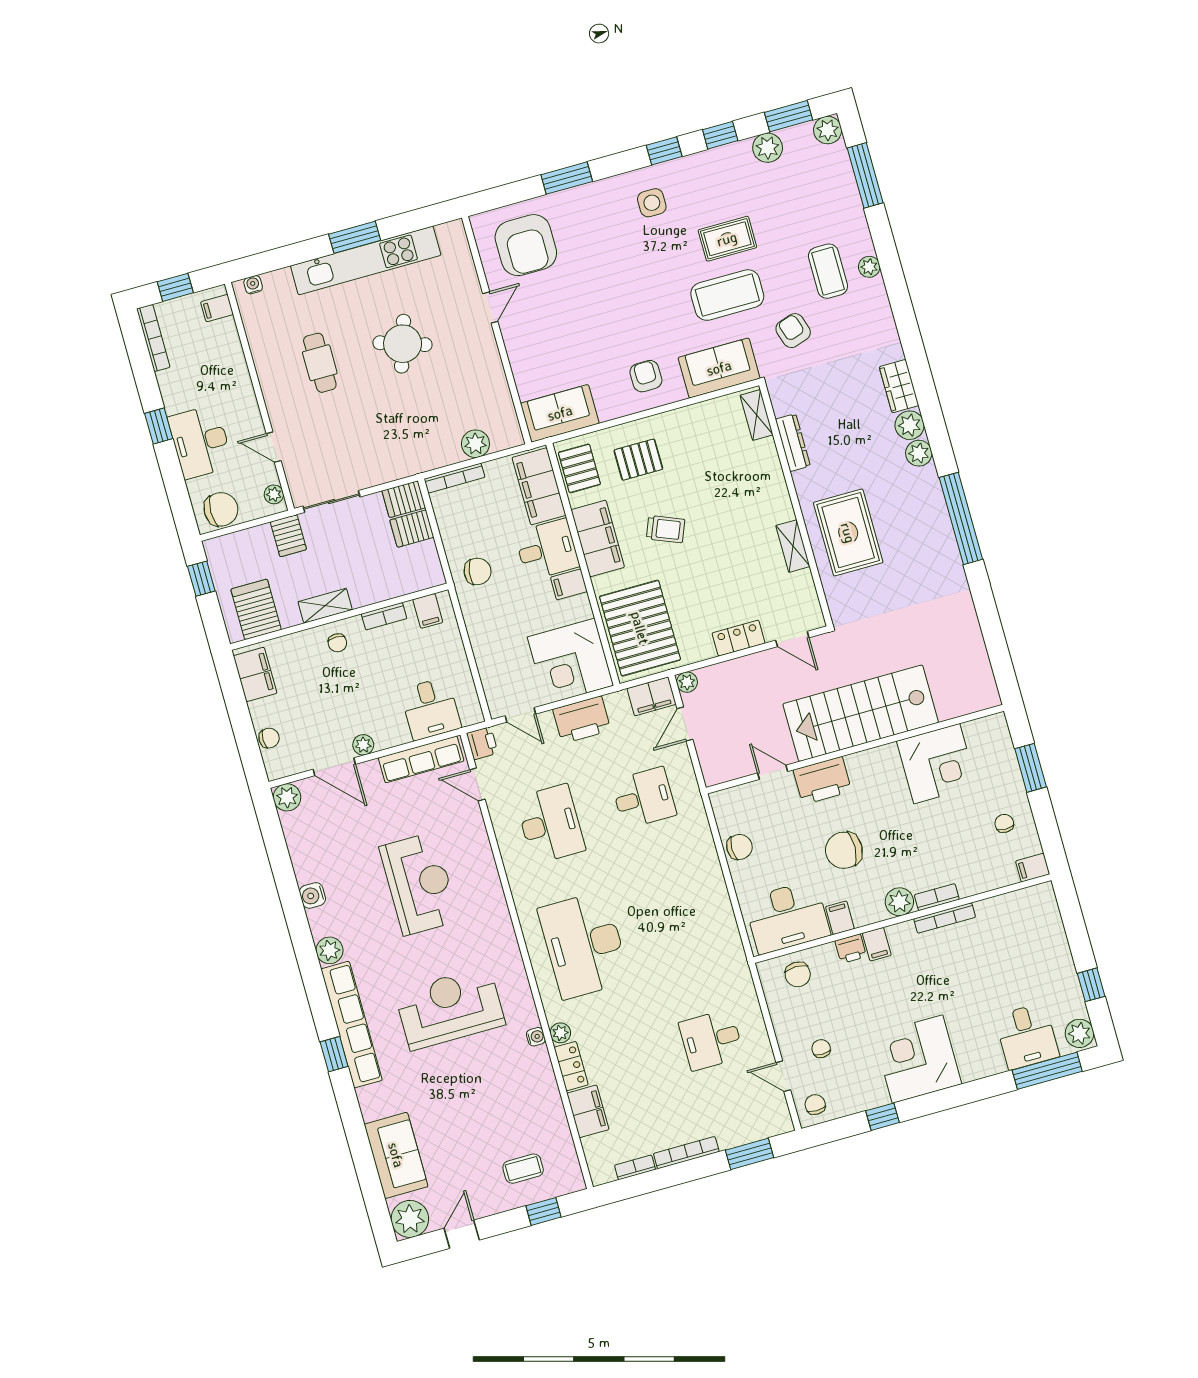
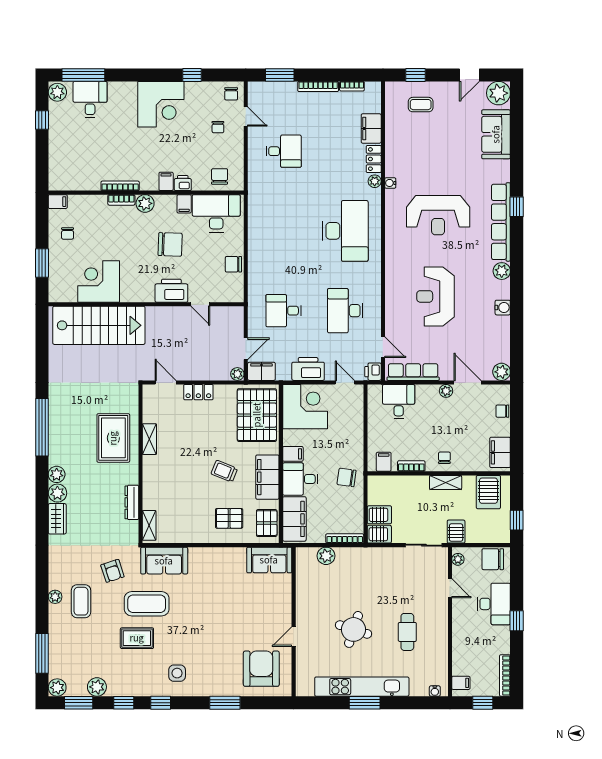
armchair: (646, 376) -> (210, 568), removed
stairs: (861, 713) -> (99, 325), moved

